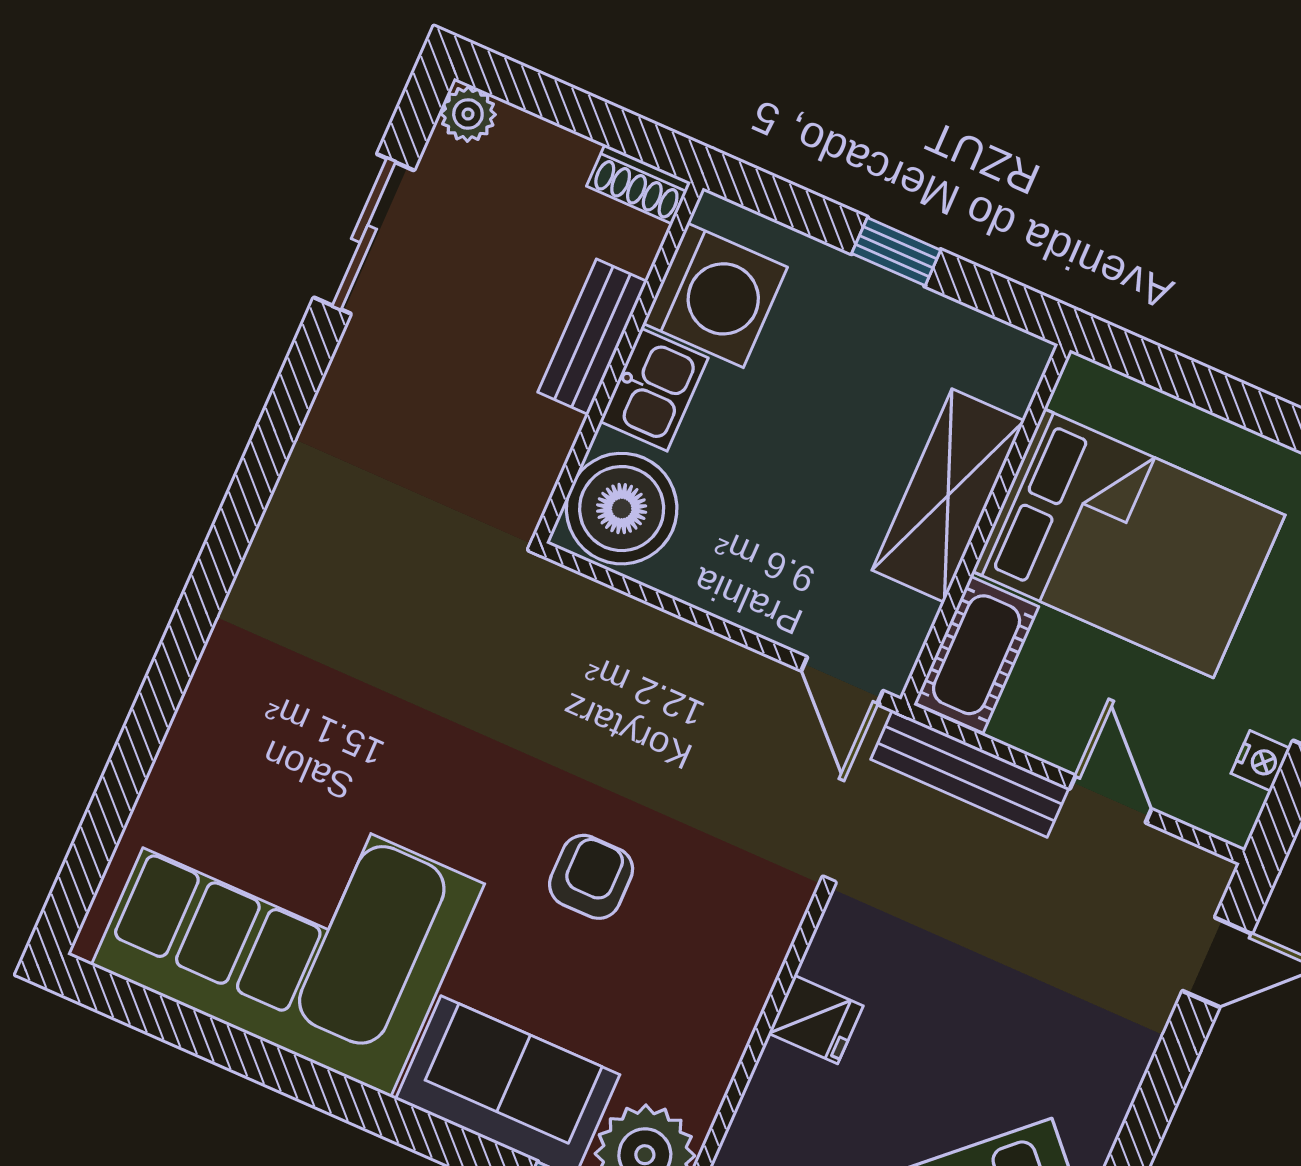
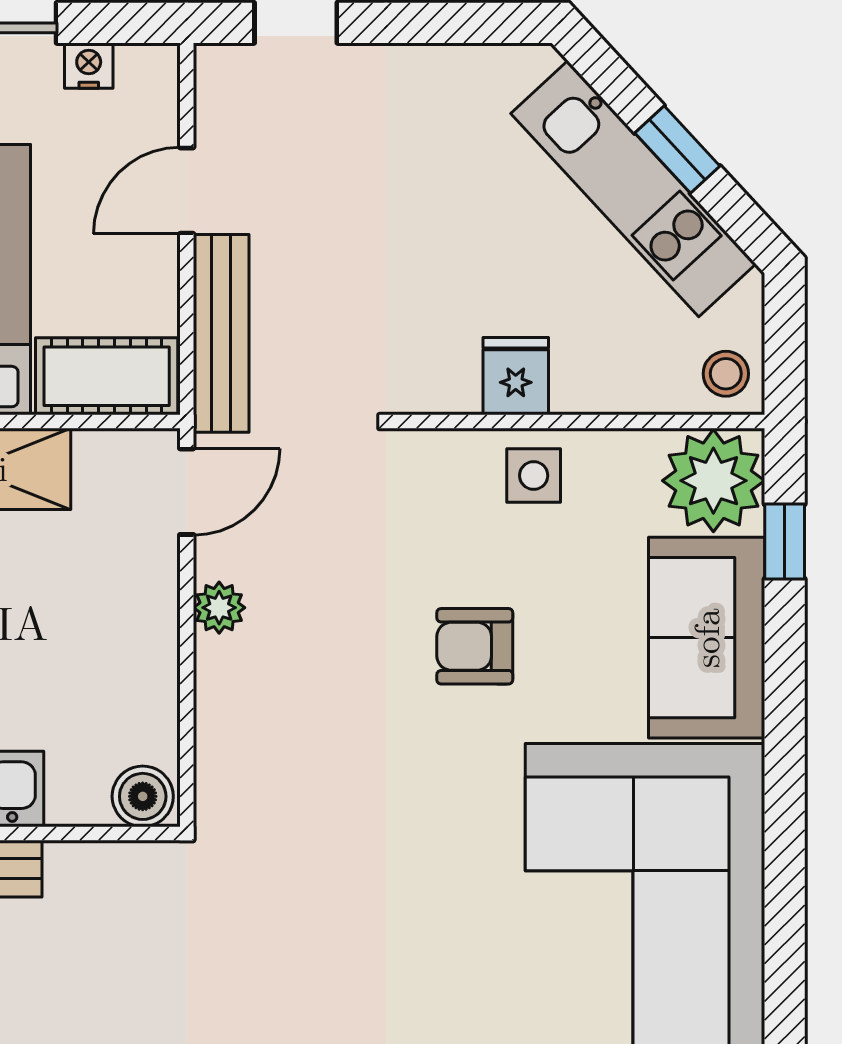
boiler: (622, 509) -> (143, 796), width x0.54, depth x0.54
plant: (726, 664) -> (219, 608), added
side table: (720, 996) -> (534, 476), added

